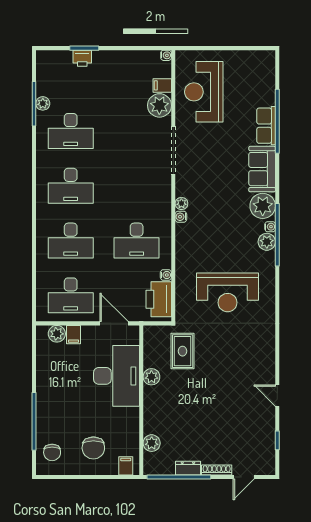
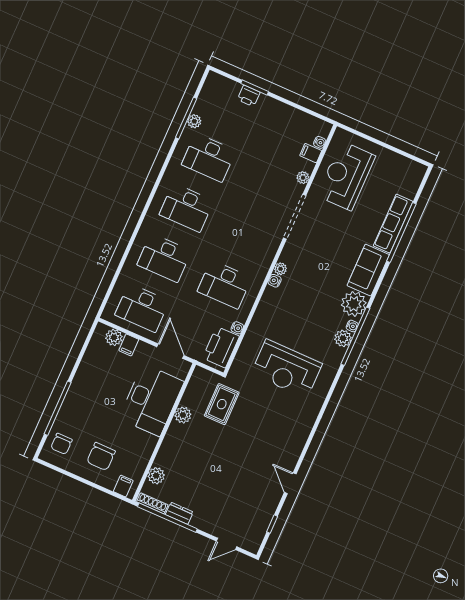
water cooler: (166, 55) -> (320, 142), moved
plant: (159, 105) -> (303, 178), width x0.53, depth x0.53
row of seats: (266, 126) -> (393, 224), width x1.48
shoe rack: (217, 470) -> (152, 503), moved

